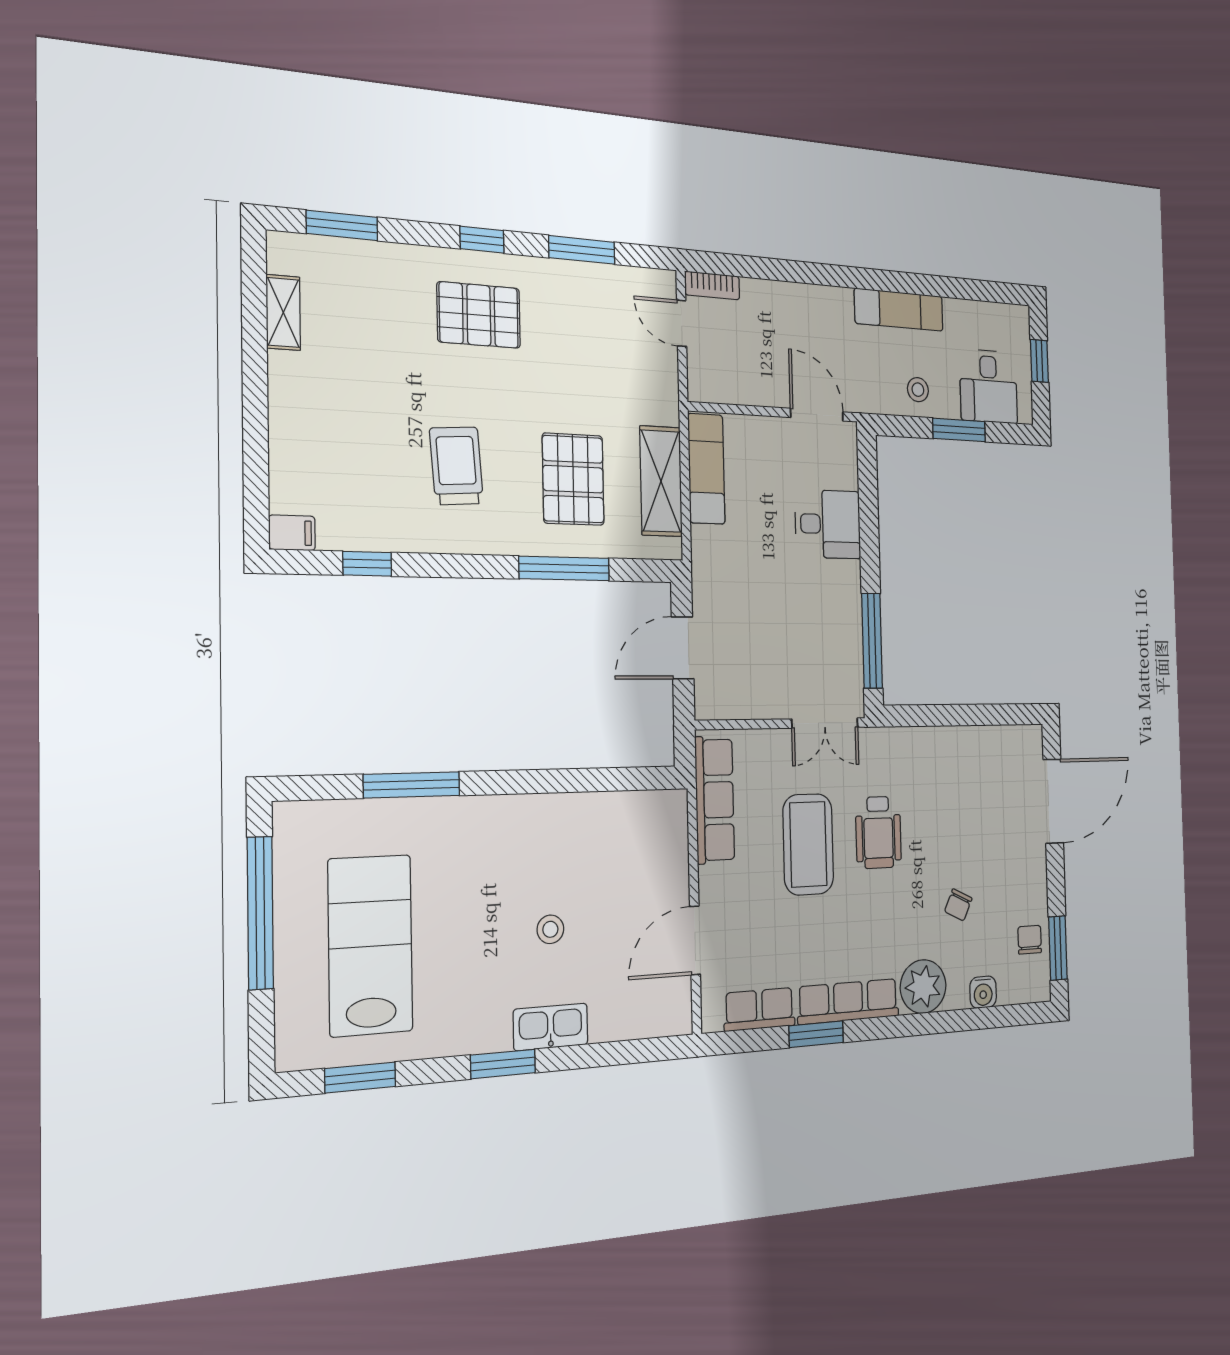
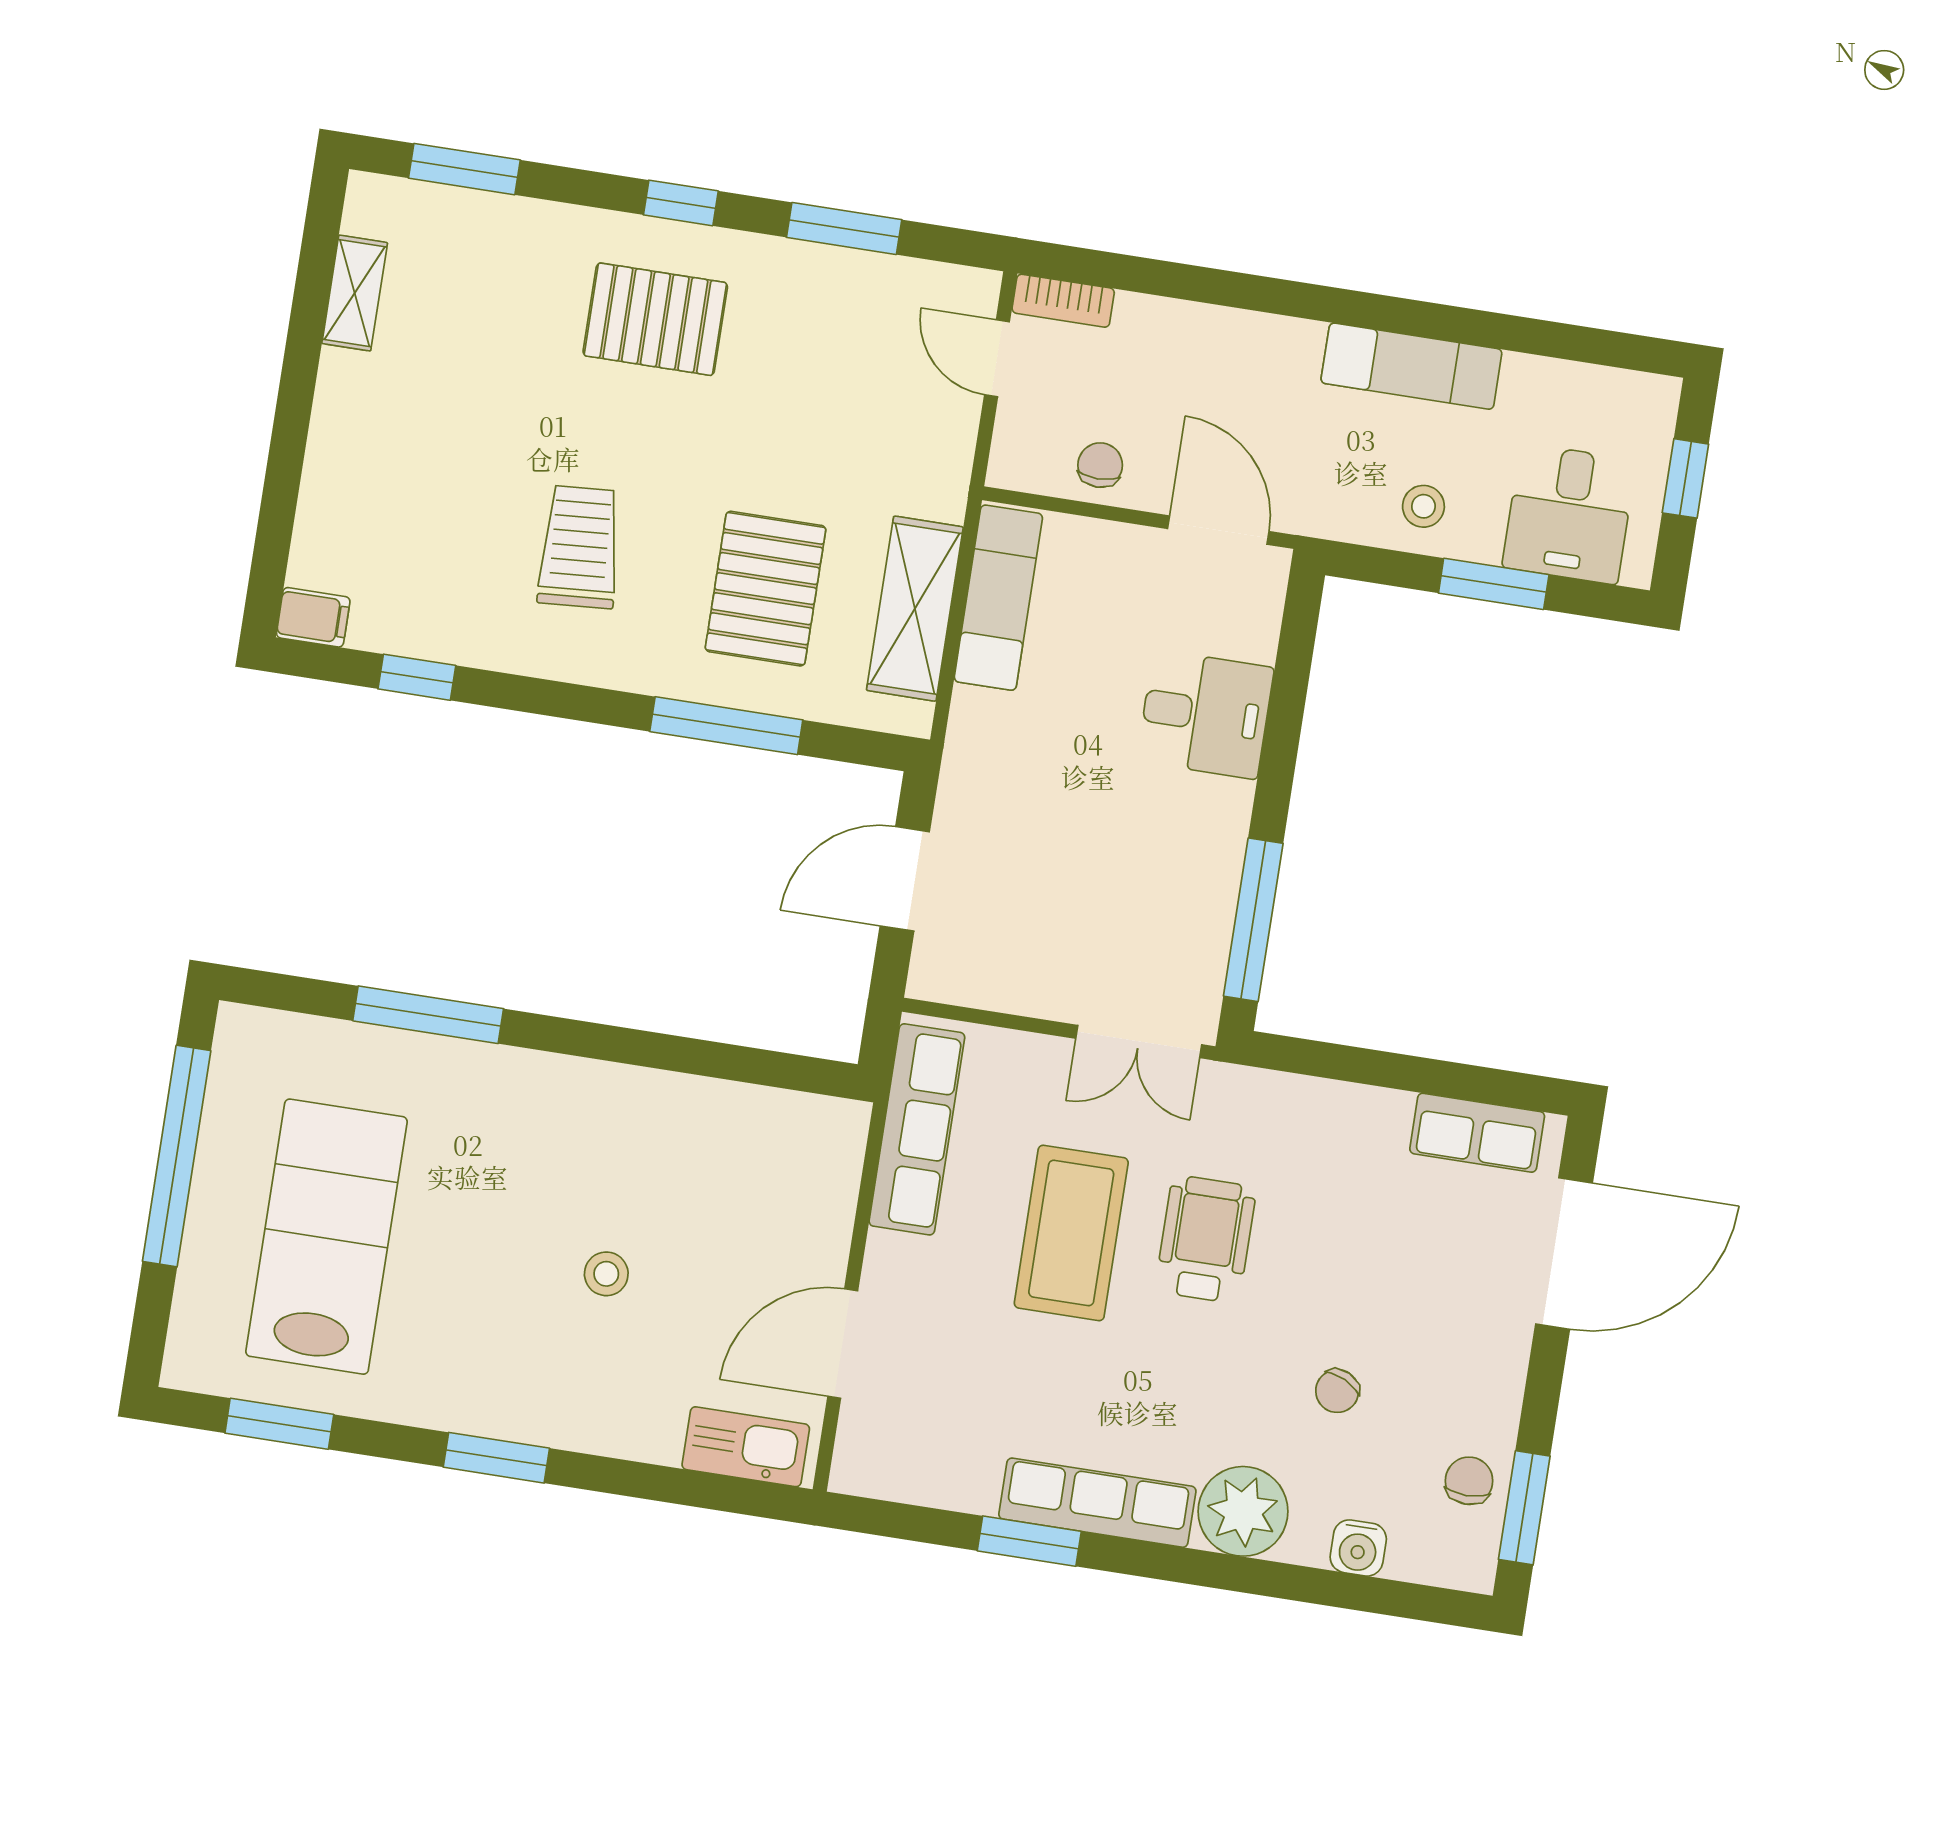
chair: (748, 383) -> (1100, 465), added
wheelchair: (878, 832) -> (1206, 1239), turned 180
row of seats: (759, 1009) -> (1477, 1133), moved, turned 180
kitchen sink: (551, 1027) -> (746, 1447), moved

